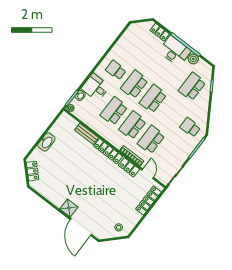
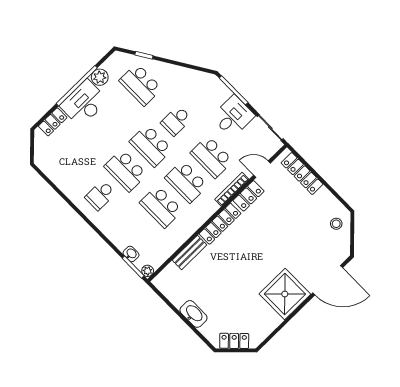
desk: (96, 87) -> (233, 116), moved, turned 180
school desk: (190, 127) -> (176, 121), moved
shower: (69, 208) -> (285, 294), width x1.86, depth x1.86

